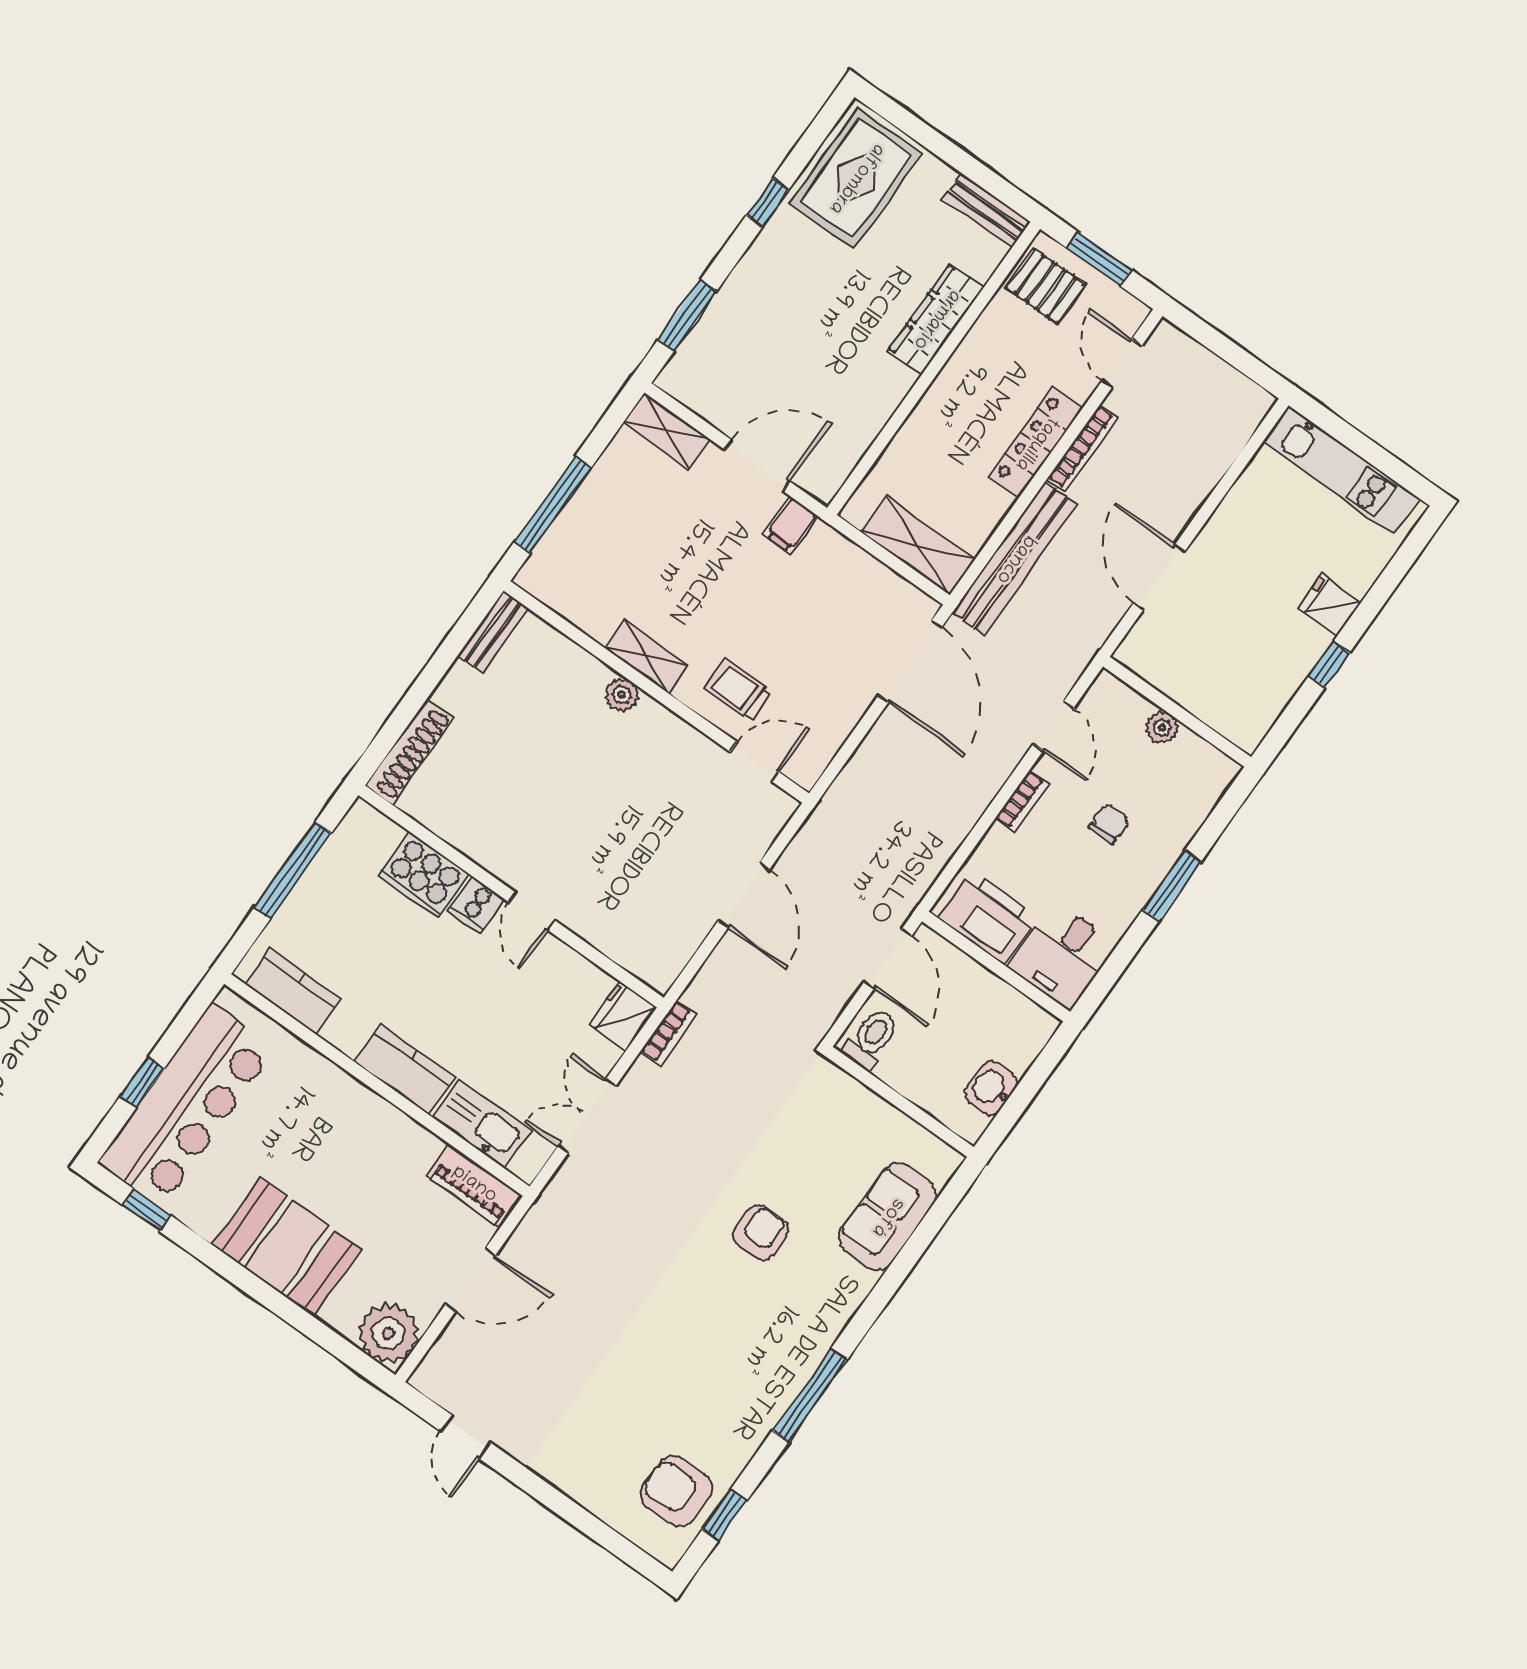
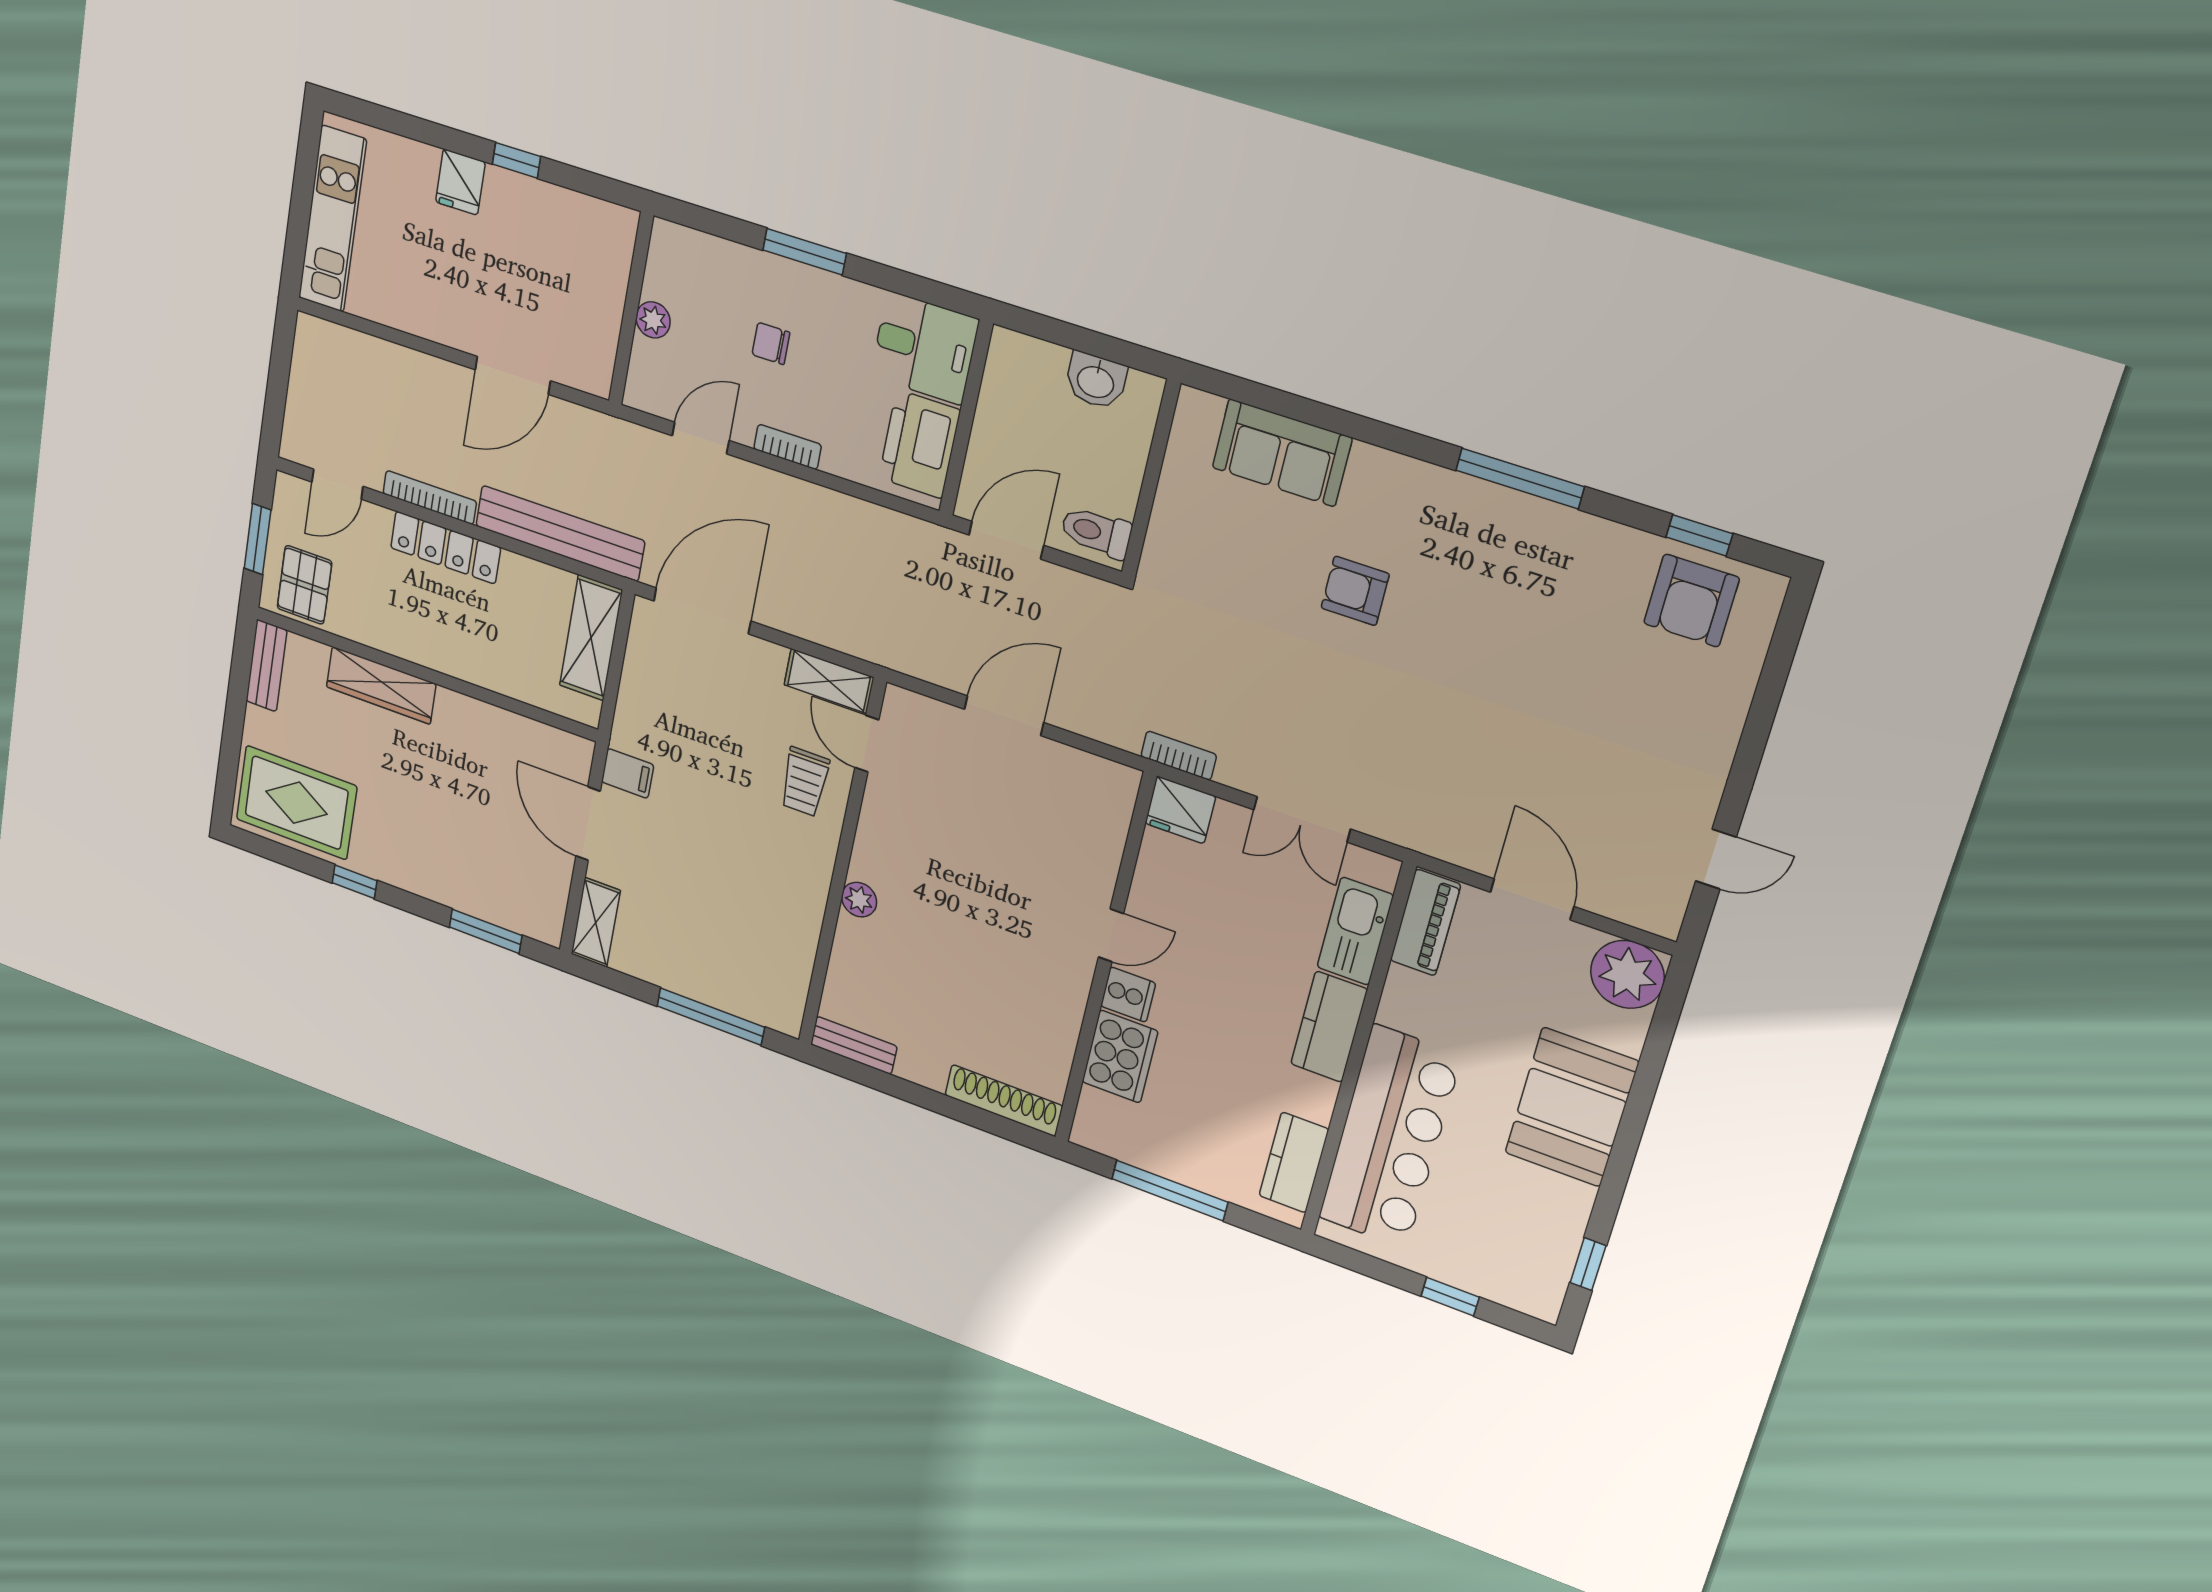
shelving: (646, 656) -> (829, 681), moved, turned 90
bar counter: (186, 1106) -> (1390, 1137), moved, turned 90

